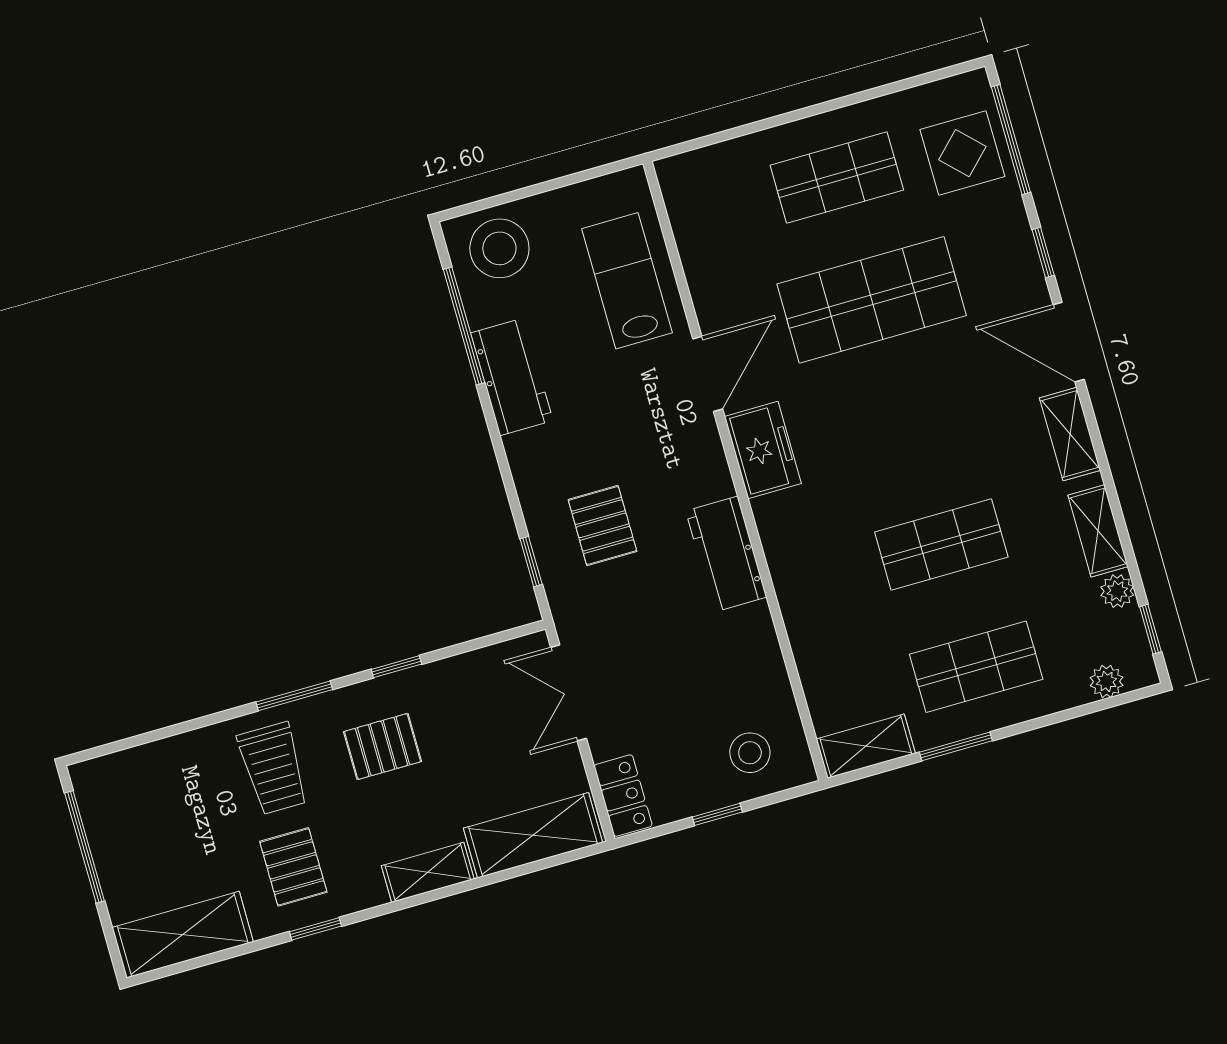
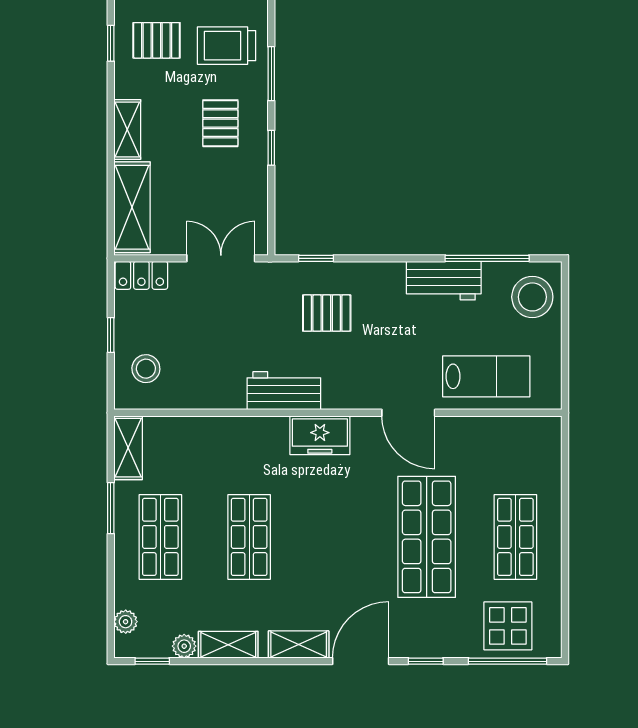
freezer: (763, 450) -> (320, 435), moved

